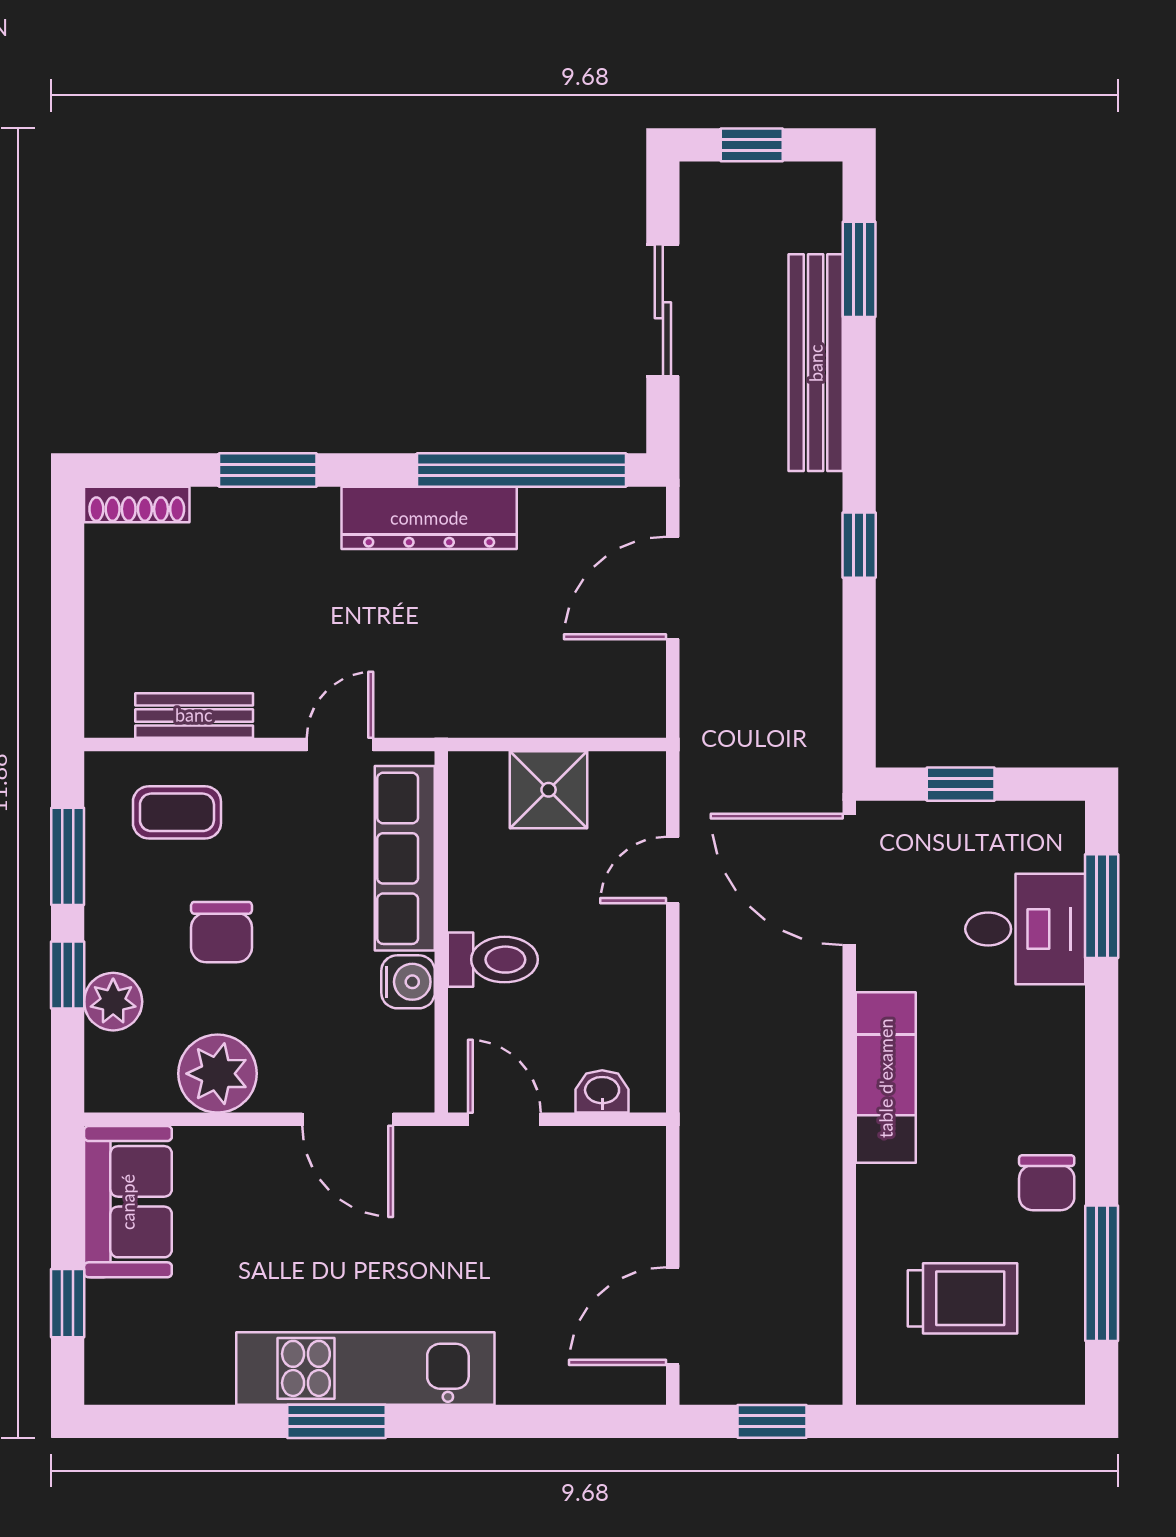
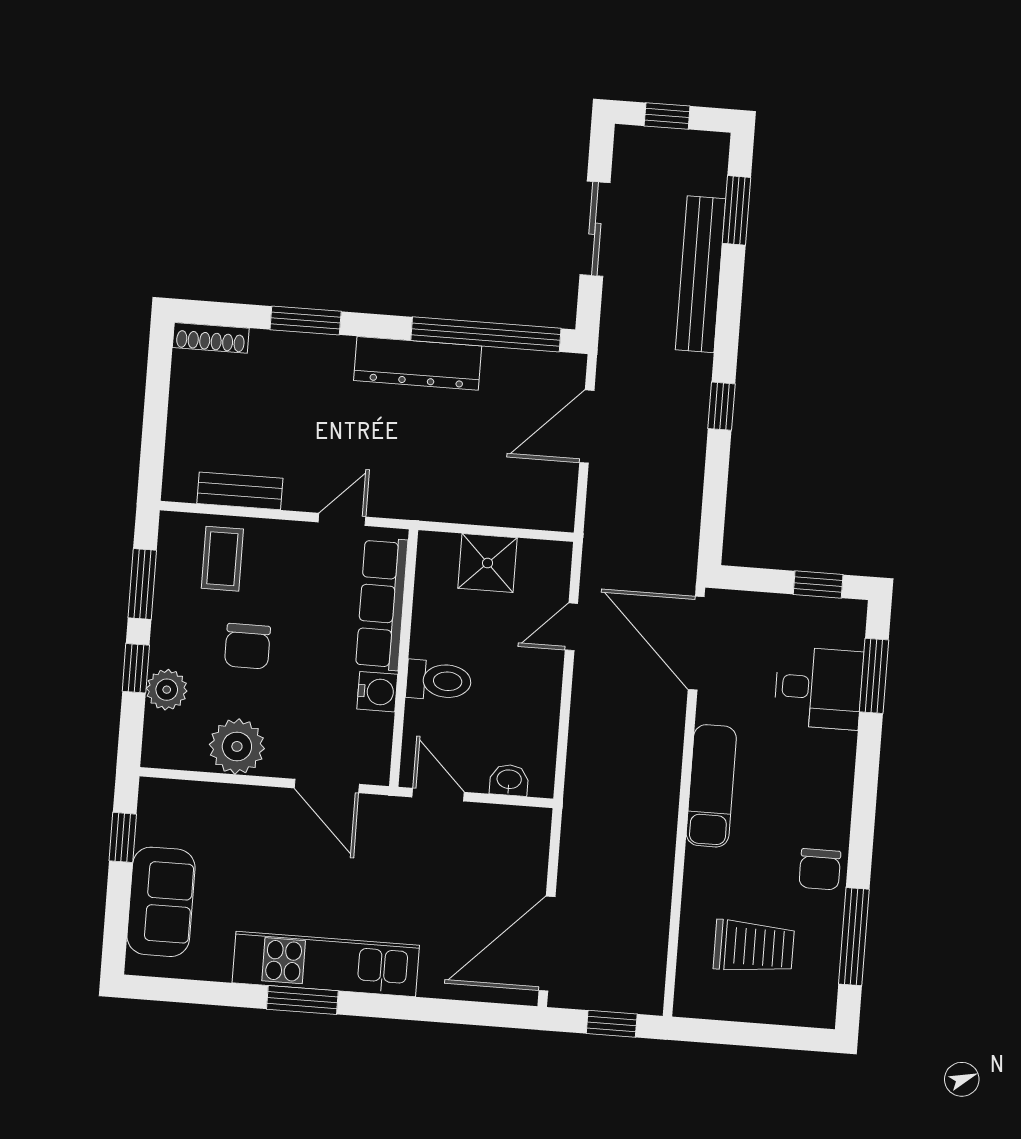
window: (961, 784) -> (818, 584), moved
coffee table: (177, 812) -> (222, 559), turned 90
sofa: (128, 1202) -> (161, 902), moved
window: (68, 1303) -> (123, 837), moved
door: (673, 1316) -> (547, 944), width x1.36

